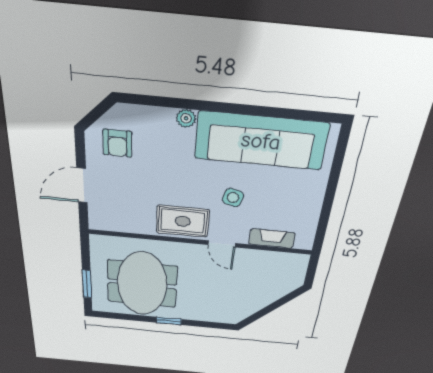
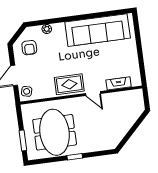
plant: (186, 118) -> (47, 29), moved
side table: (233, 198) -> (27, 91), moved

